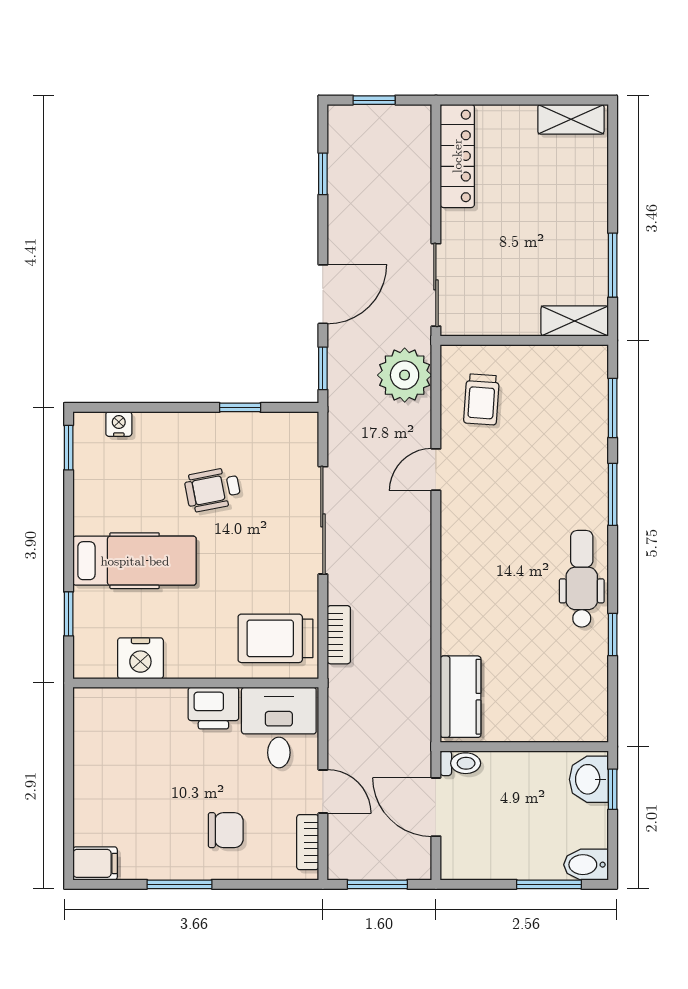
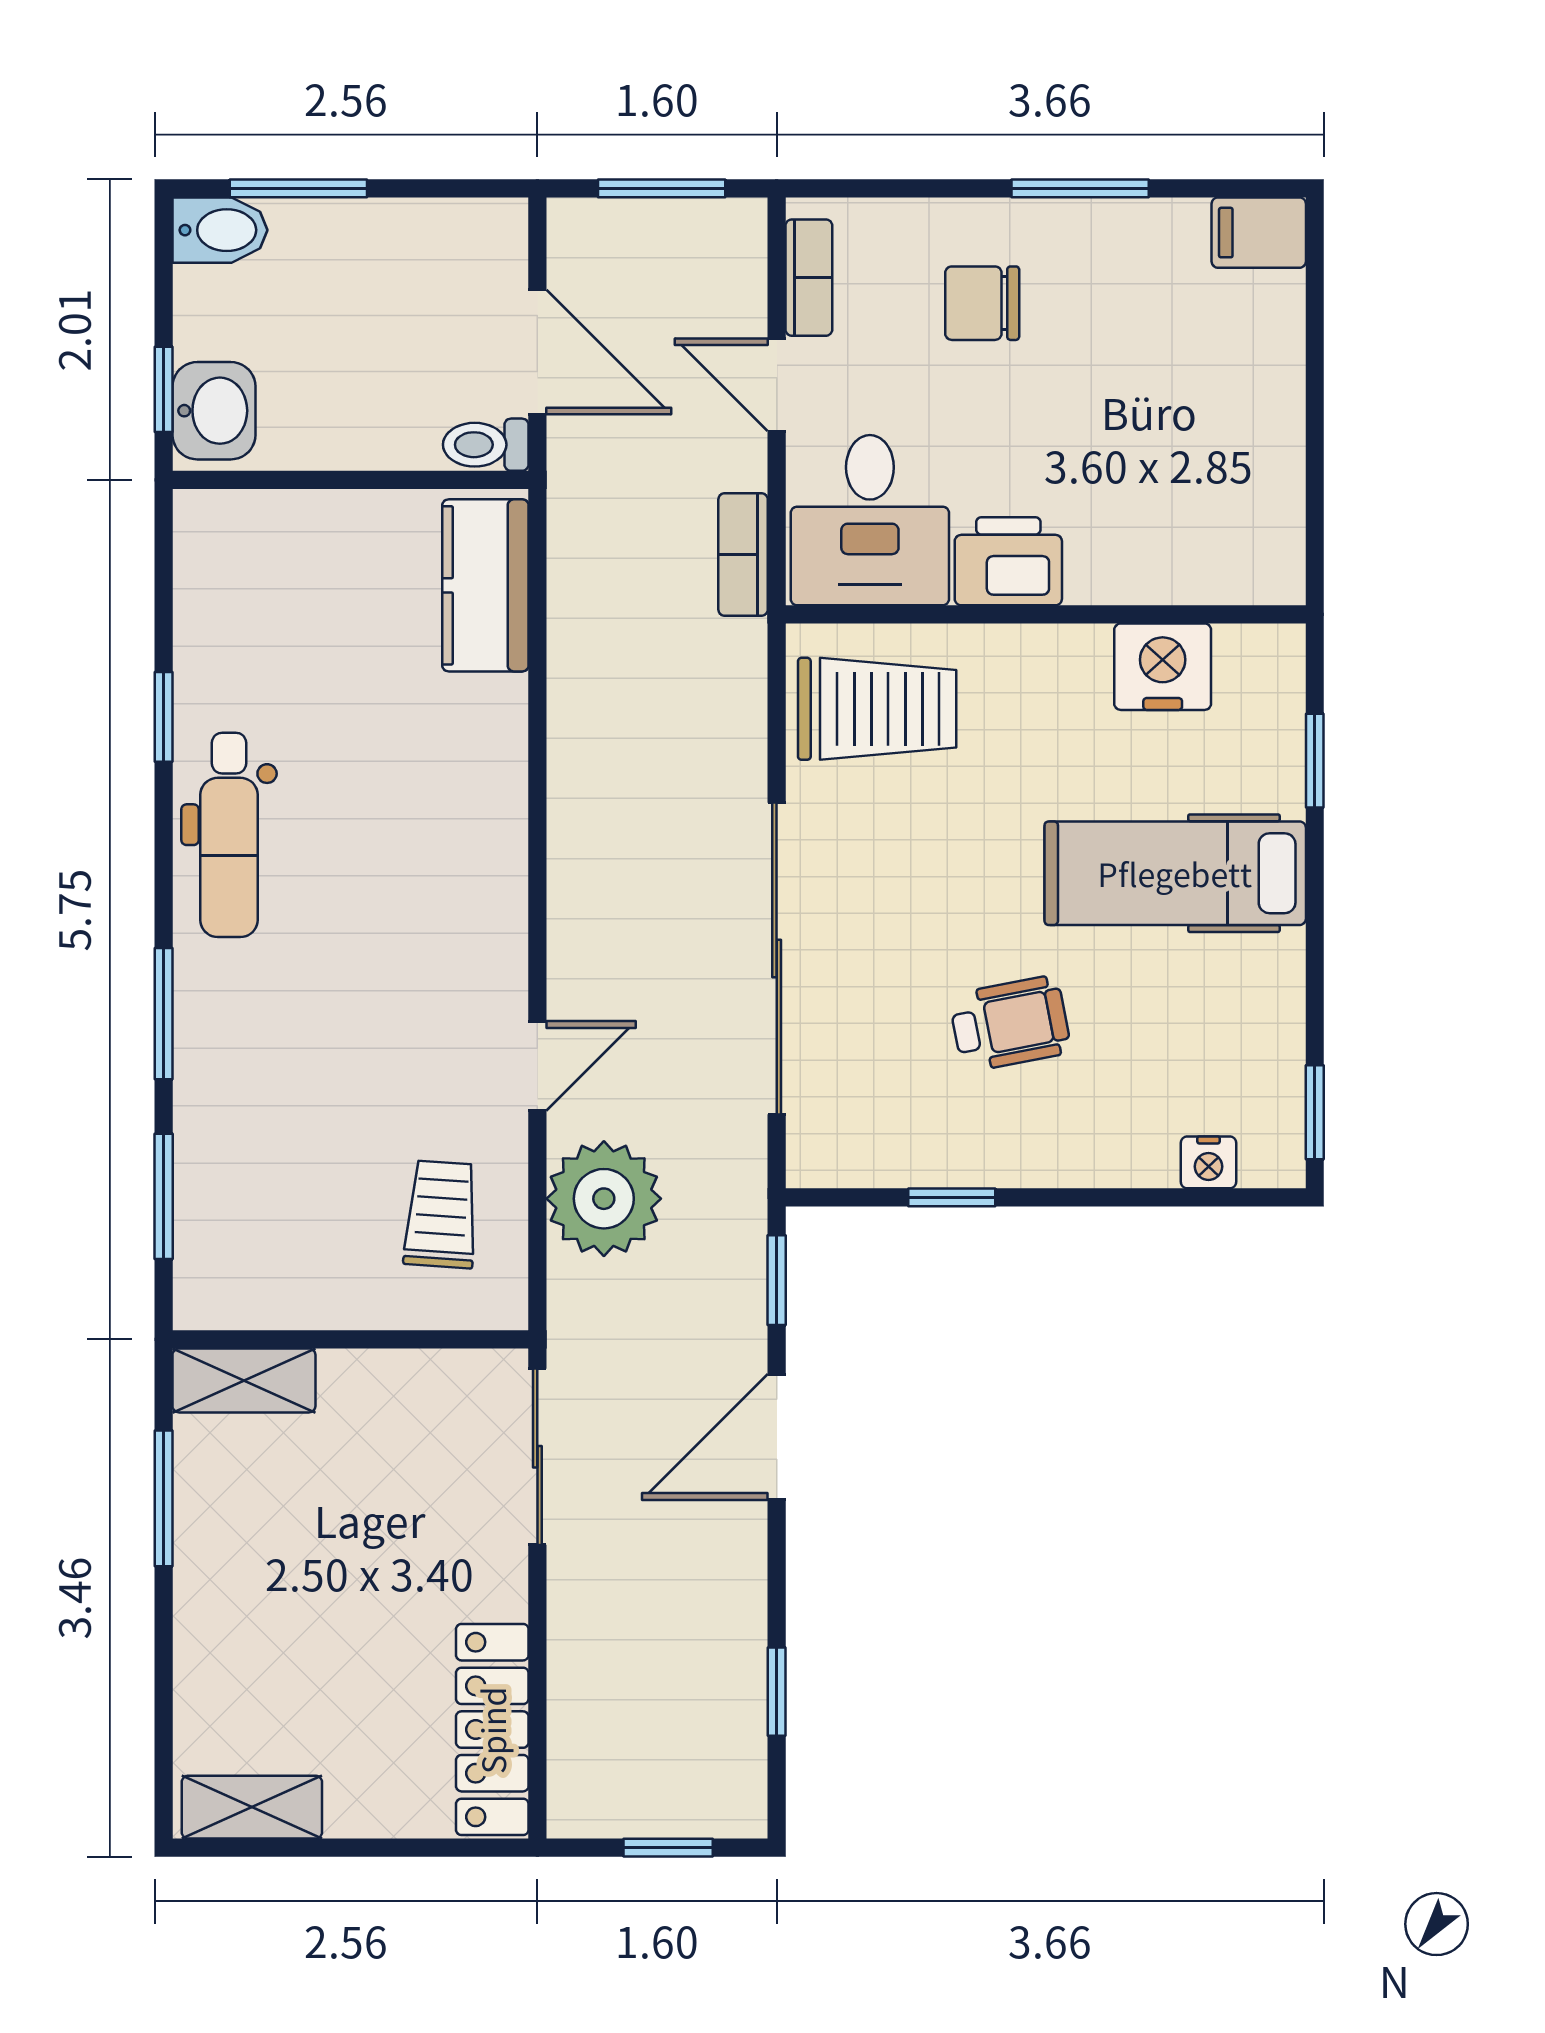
plant: (405, 375) -> (604, 1199), moved
sliding door: (323, 520) -> (777, 959), width x1.36
bookcase: (339, 635) -> (743, 555), moved

